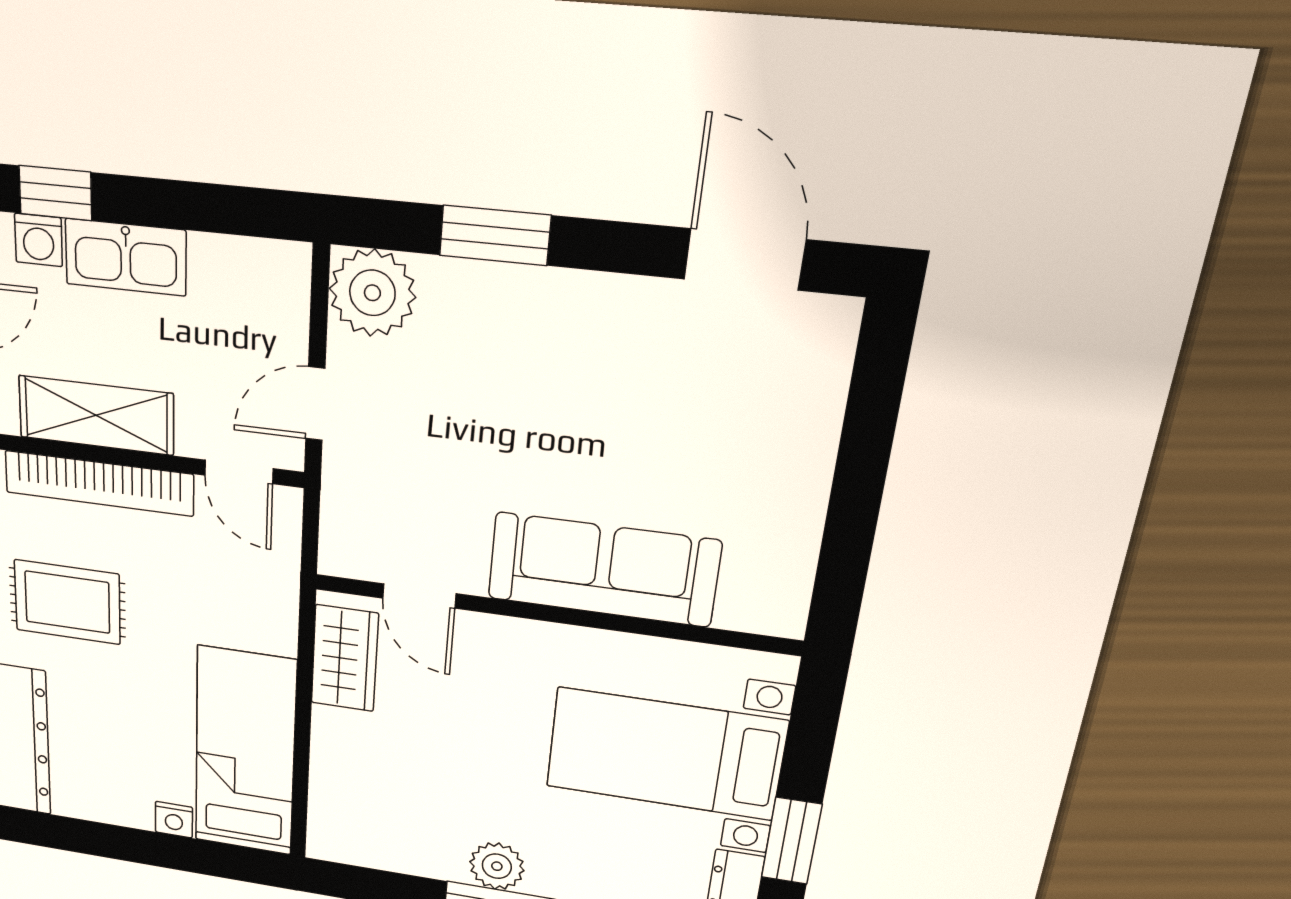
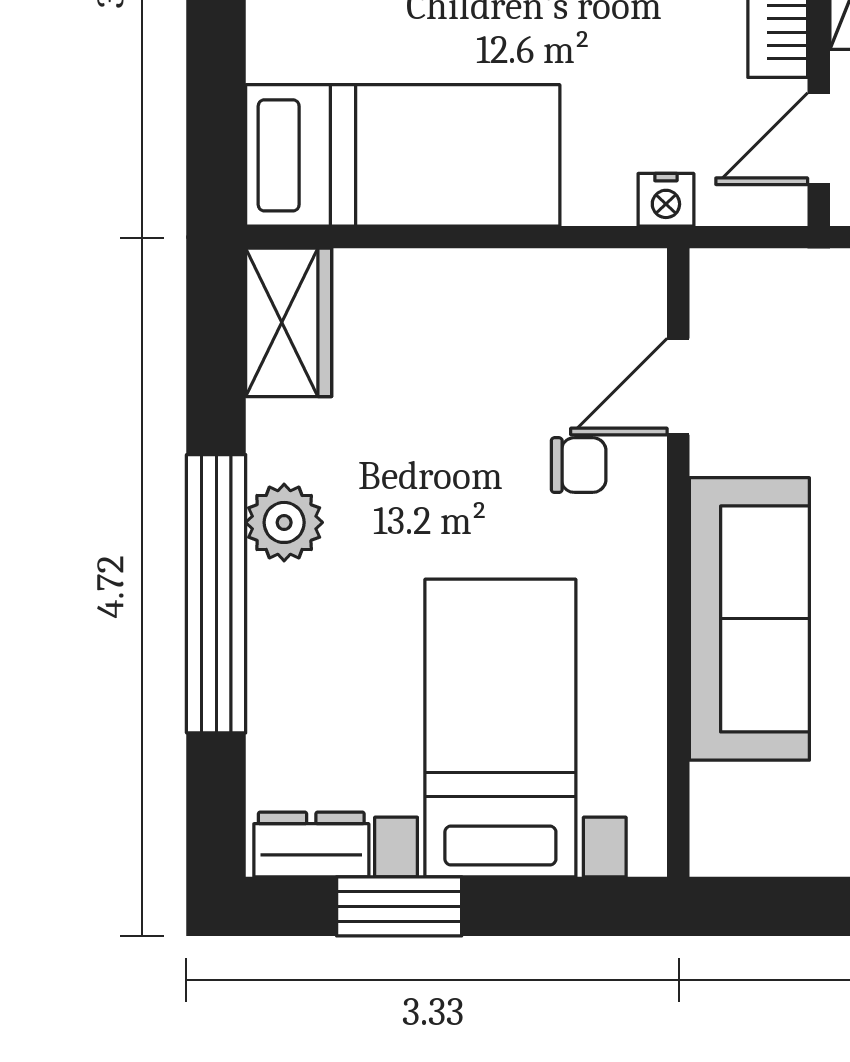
wardrobe: (345, 658) -> (289, 322), moved, turned -90
chair: (472, 672) -> (579, 465), added
nightstand: (174, 820) -> (666, 200), moved, turned -90

